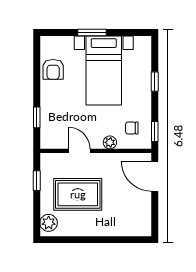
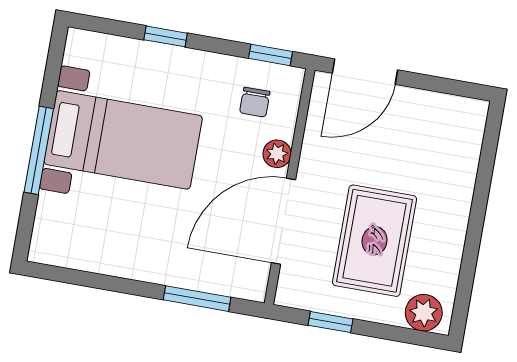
window: (92, 32) -> (39, 150), width x1.44
armchair: (53, 69) -> (102, 246), removed
window: (37, 117) -> (197, 299), width x1.50
door: (79, 151) -> (284, 221), width x1.88

